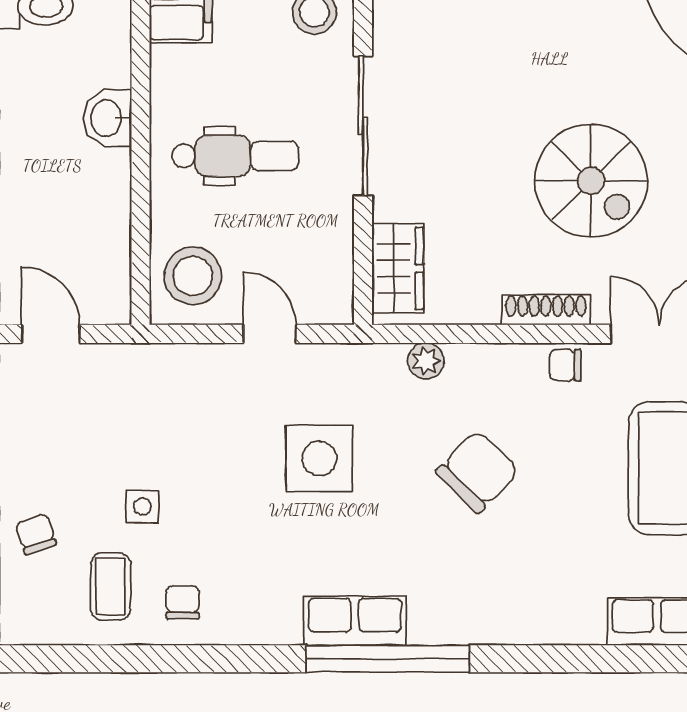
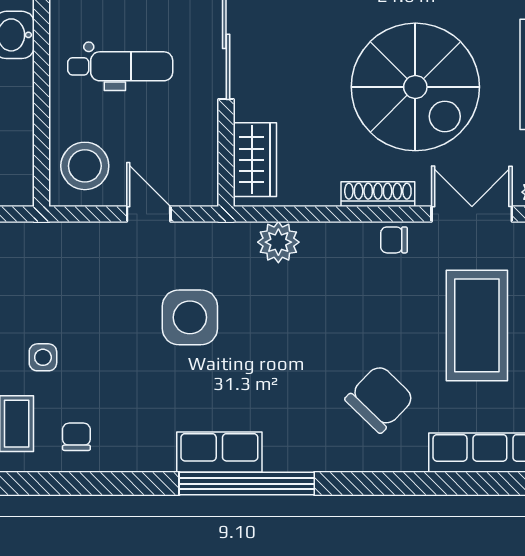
spiral stairs: (591, 181) -> (415, 87), width x1.37, depth x1.37
plant: (426, 361) -> (278, 242), width x1.38, depth x1.38
chair: (477, 472) -> (380, 399), moved

